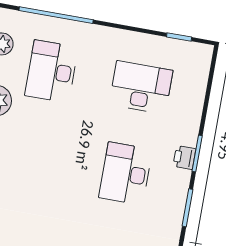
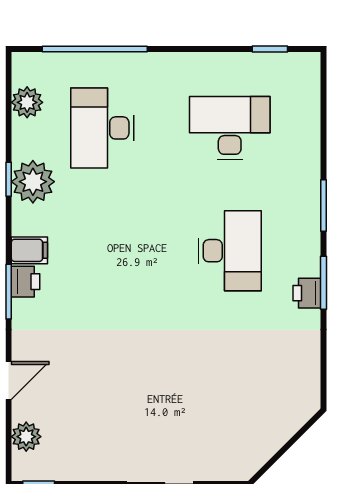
printer: (184, 158) -> (307, 293), moved
desk: (126, 174) -> (230, 251), turned 180

